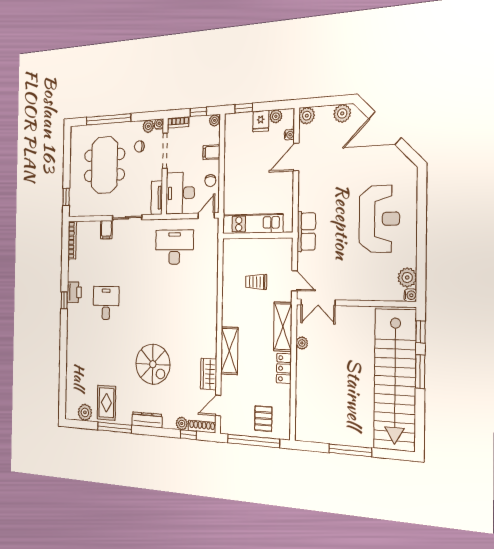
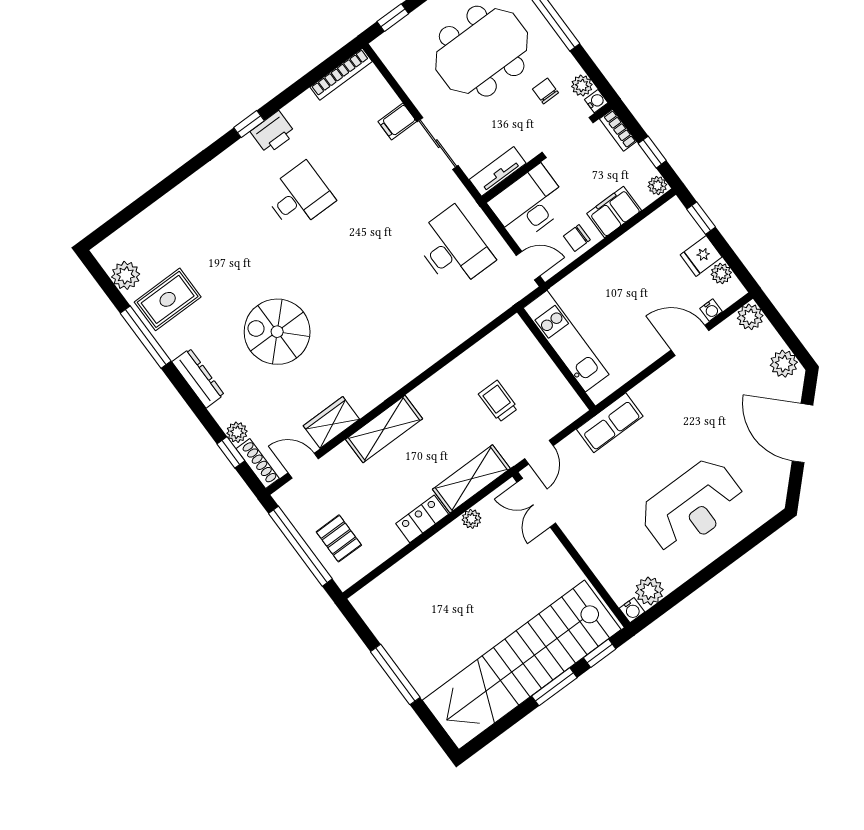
filing cabinet: (211, 152) -> (614, 212), width x2.00
spiral stairs: (153, 364) -> (277, 332), turned 90
pallet: (263, 419) -> (339, 538), turned 90

